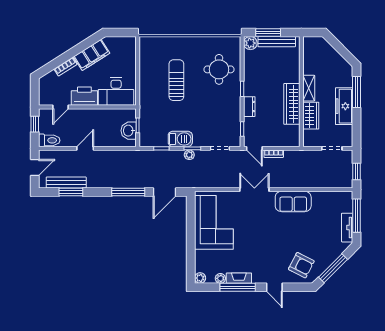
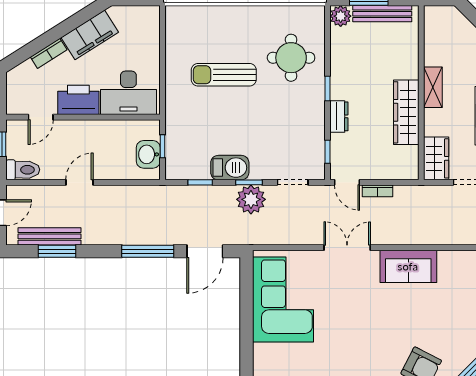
sun lounger: (176, 80) -> (224, 75), turned -90
wardrobe: (311, 116) -> (436, 158), moved
plant: (189, 155) -> (251, 199), width x1.88, depth x1.88

